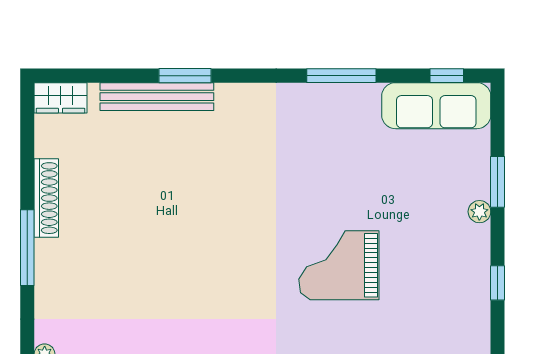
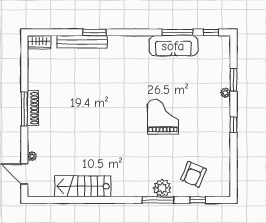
window: (341, 76) -> (177, 32), moved
sofa: (436, 106) -> (173, 46), moved
shoe rack: (46, 198) -> (33, 108), moved
grand piano: (339, 265) -> (163, 117), turned 90

